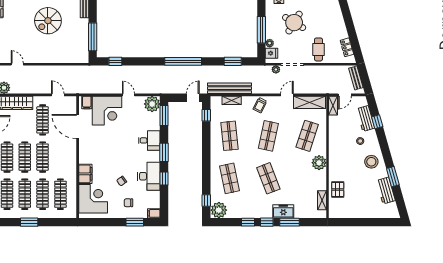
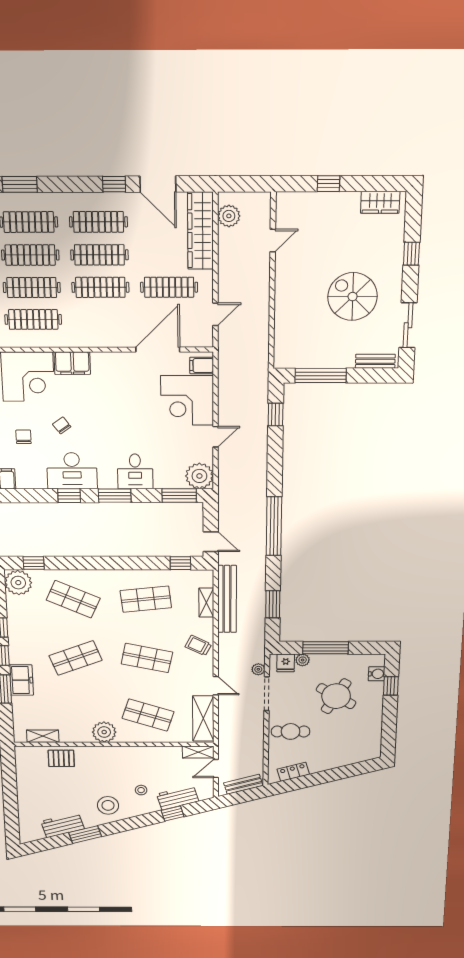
door: (345, 95) -> (216, 769), hinge flipped
shop shelf: (230, 178) -> (73, 599), turned 36

